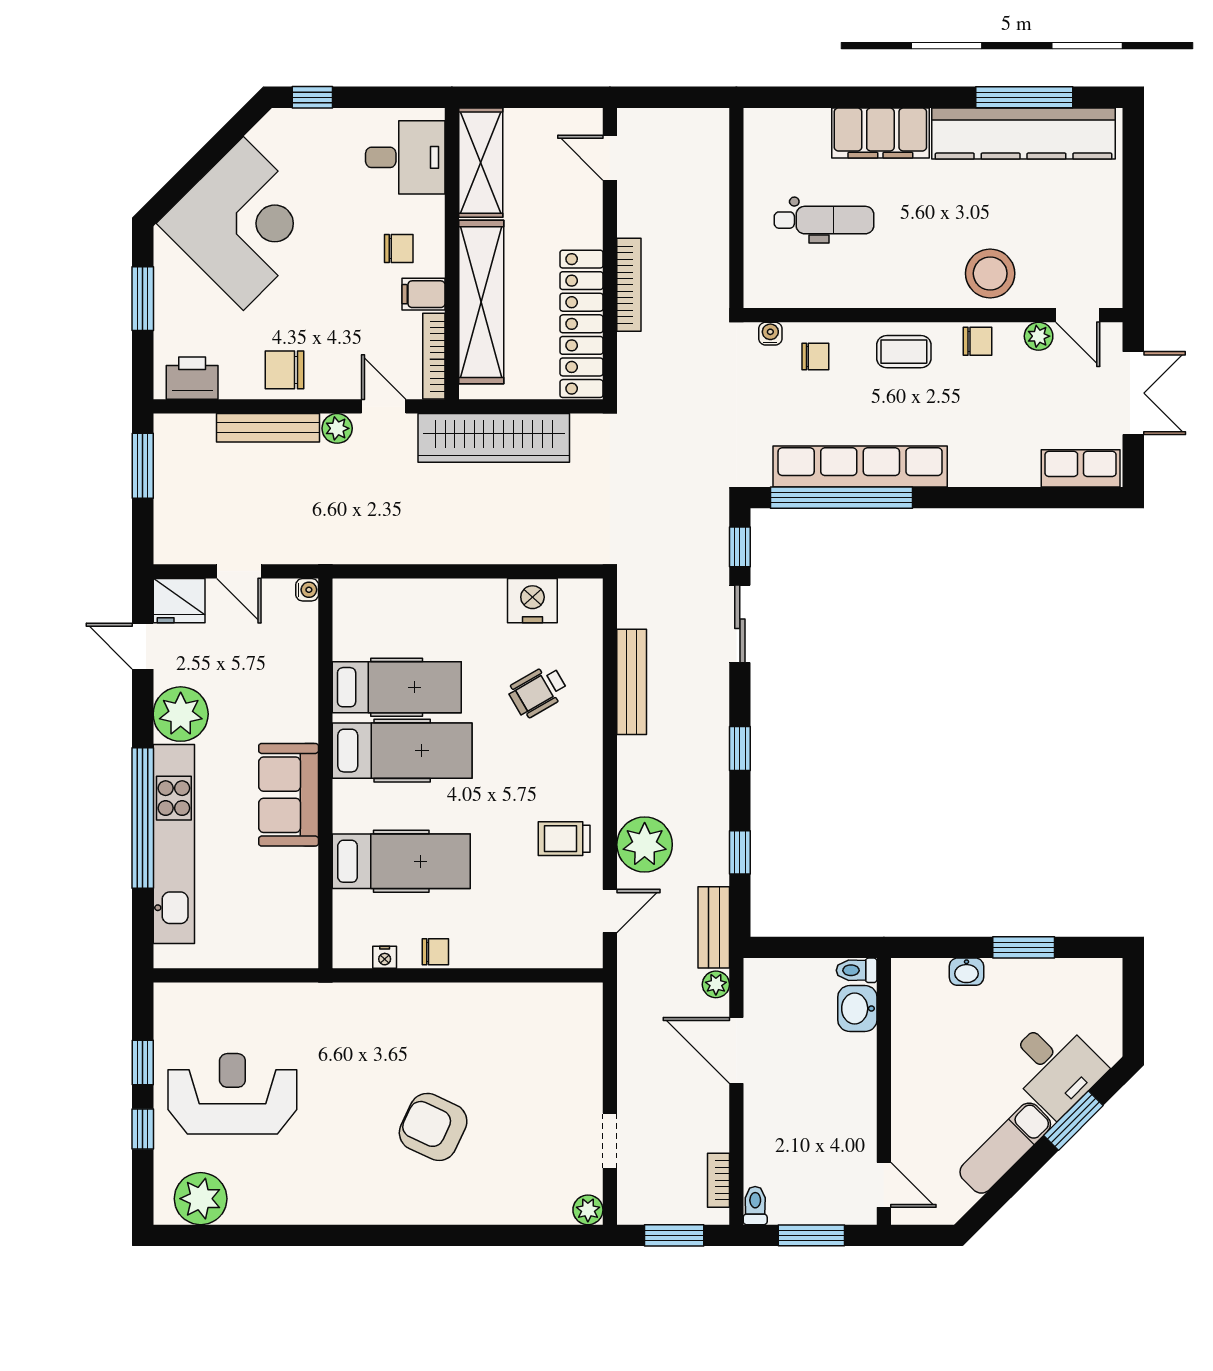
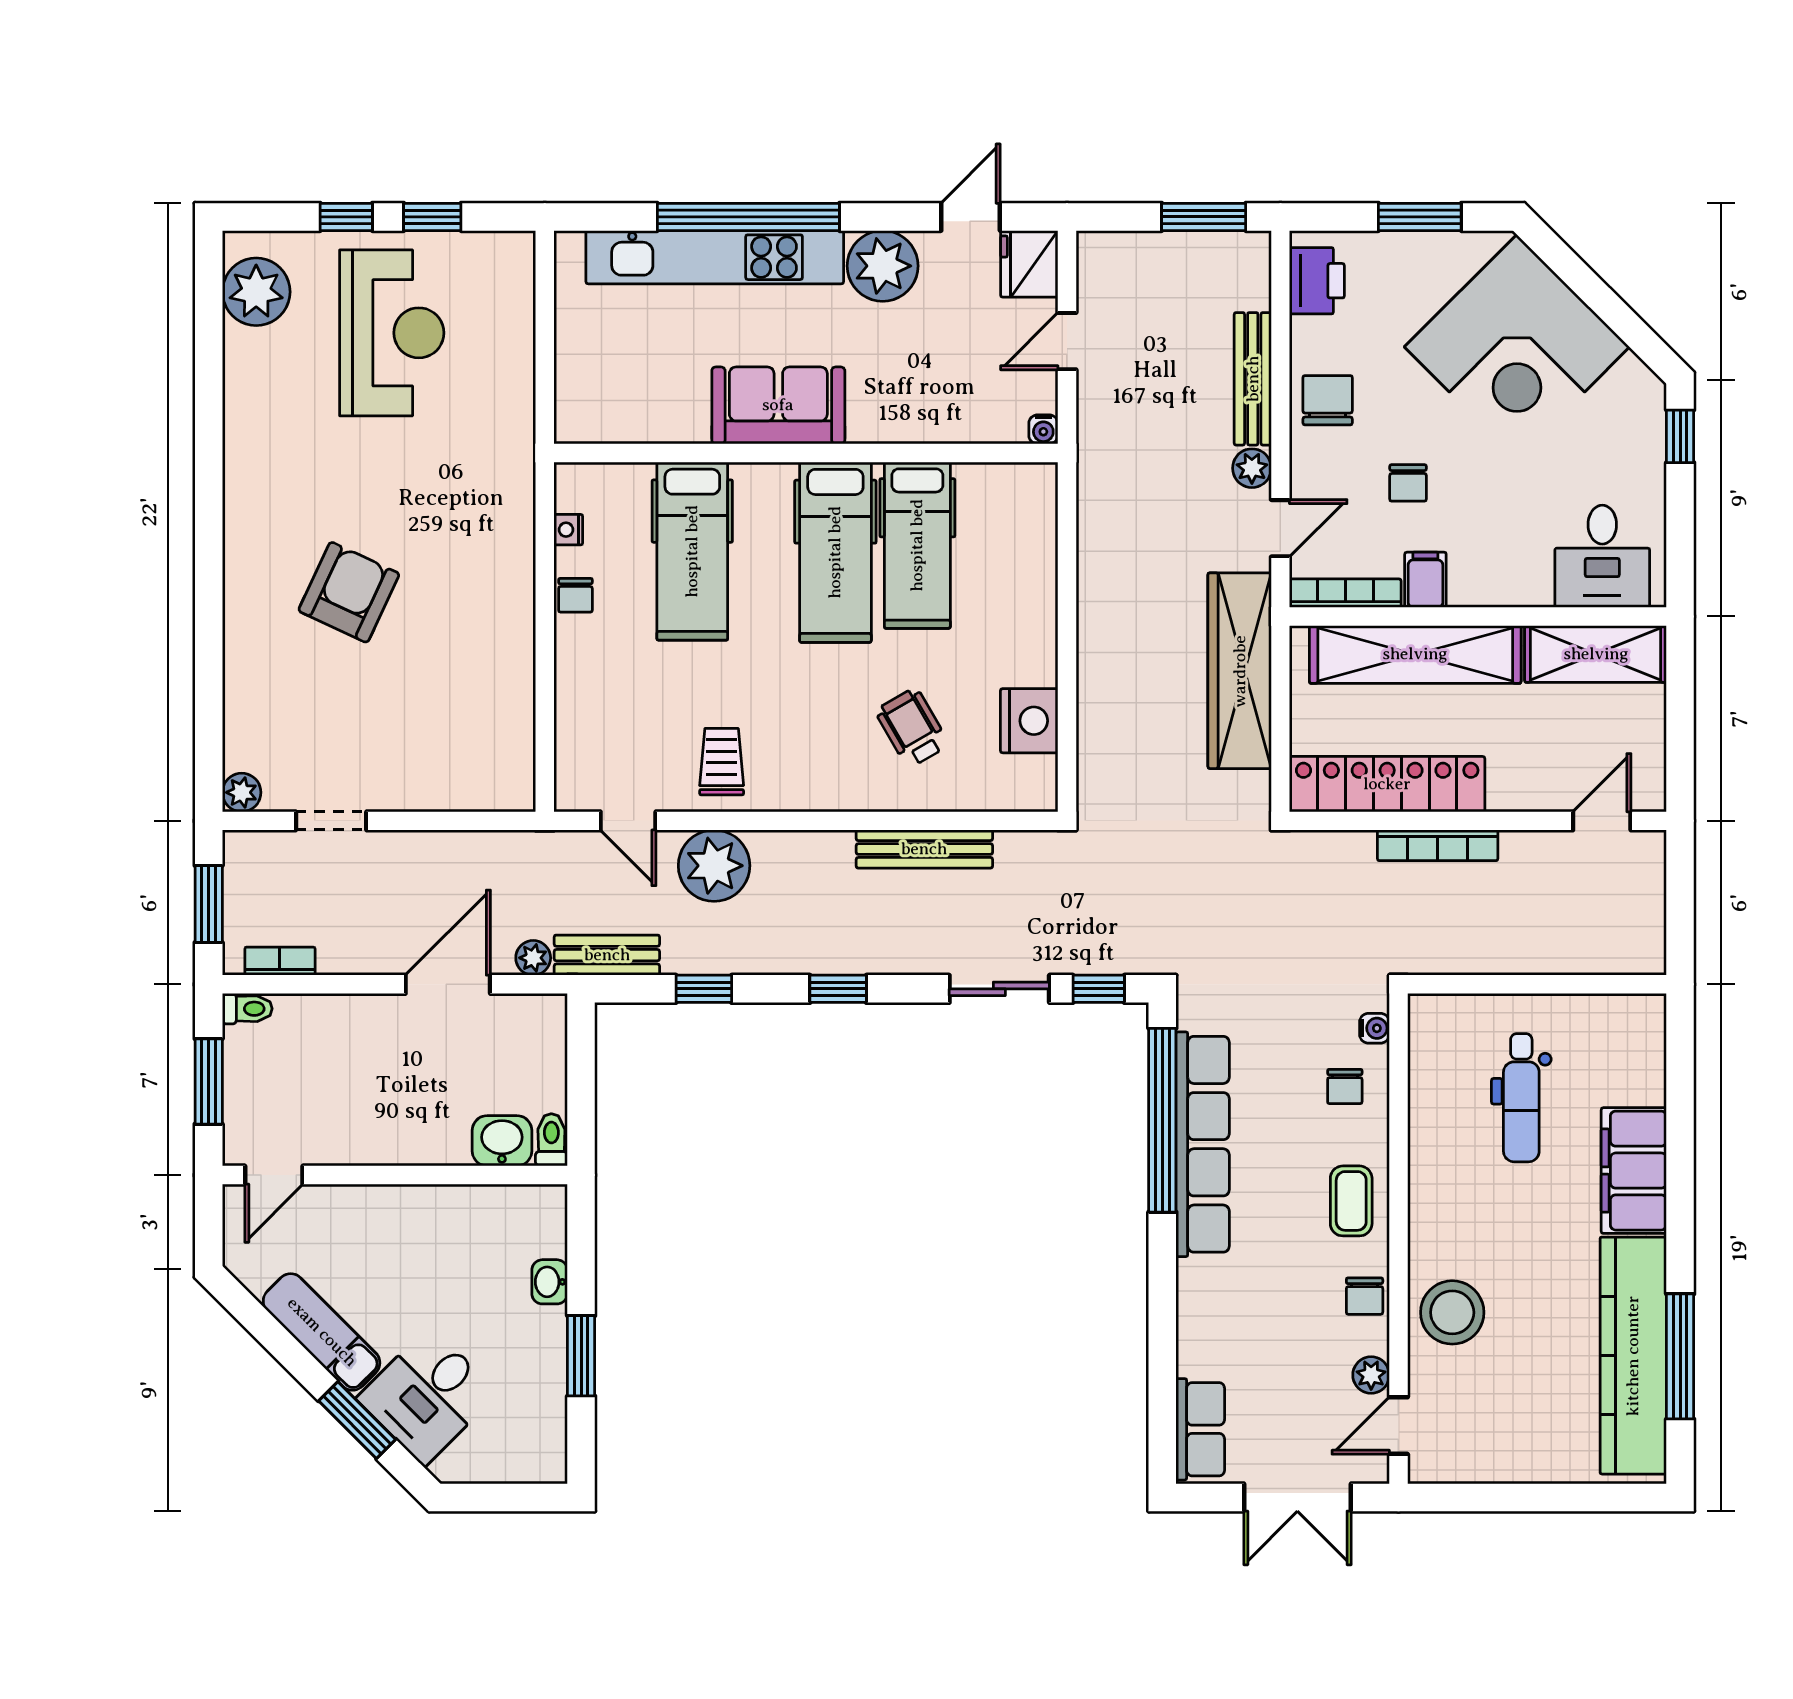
chair: (399, 249) -> (1408, 483), moved

